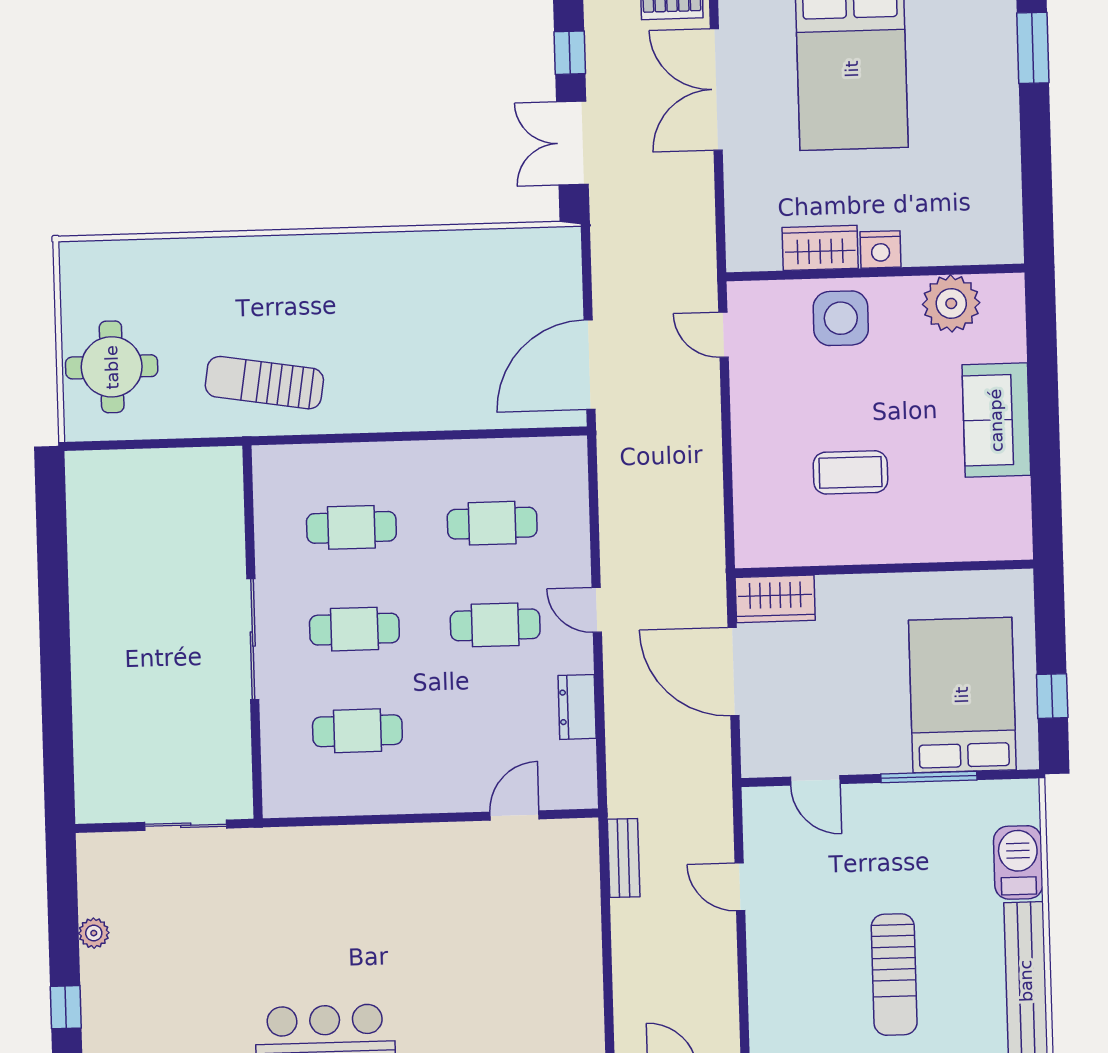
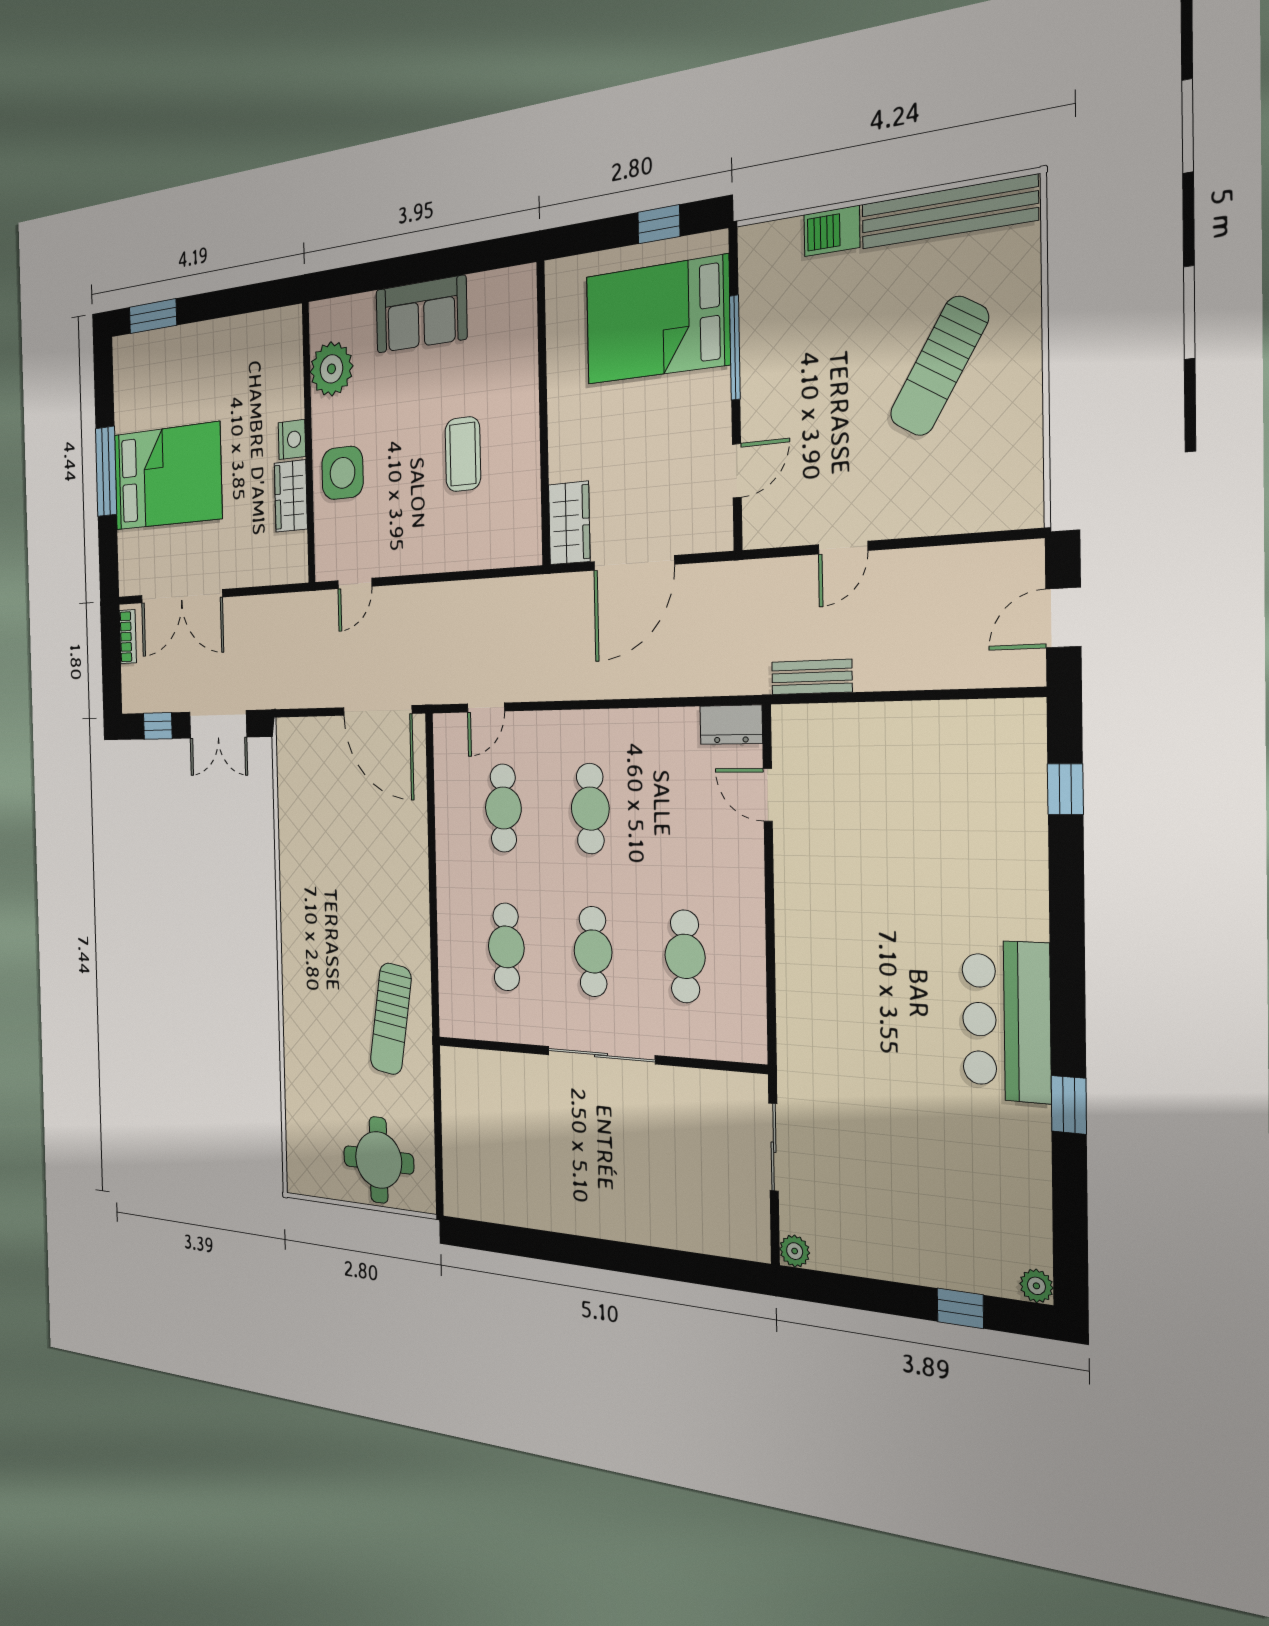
door: (597, 610) -> (486, 707), moved
dresser: (577, 707) -> (731, 725), moved
barbecue: (1018, 862) -> (832, 231), width x0.73, depth x0.79
plant: (94, 933) -> (795, 1251), moved
sun lounger: (894, 975) -> (939, 366), turned 121

